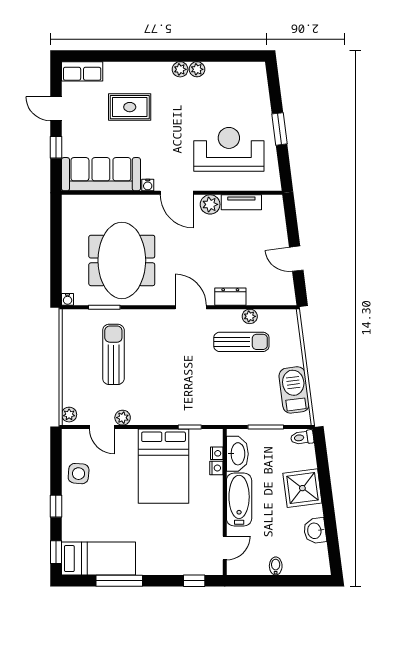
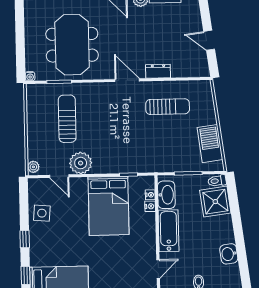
plant: (250, 316) -> (174, 86), removed
plant: (123, 418) -> (81, 163), width x1.88, depth x1.88
shower: (302, 488) -> (215, 202), moved

